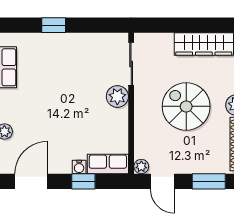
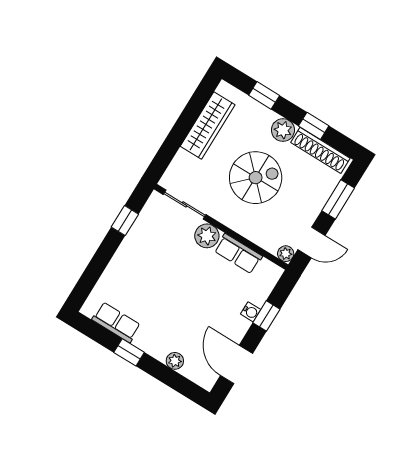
window: (54, 25) -> (125, 221), moved
spiral stairs: (186, 106) -> (256, 178), turned 180
row of seats: (108, 164) -> (238, 254), moved, turned -90

